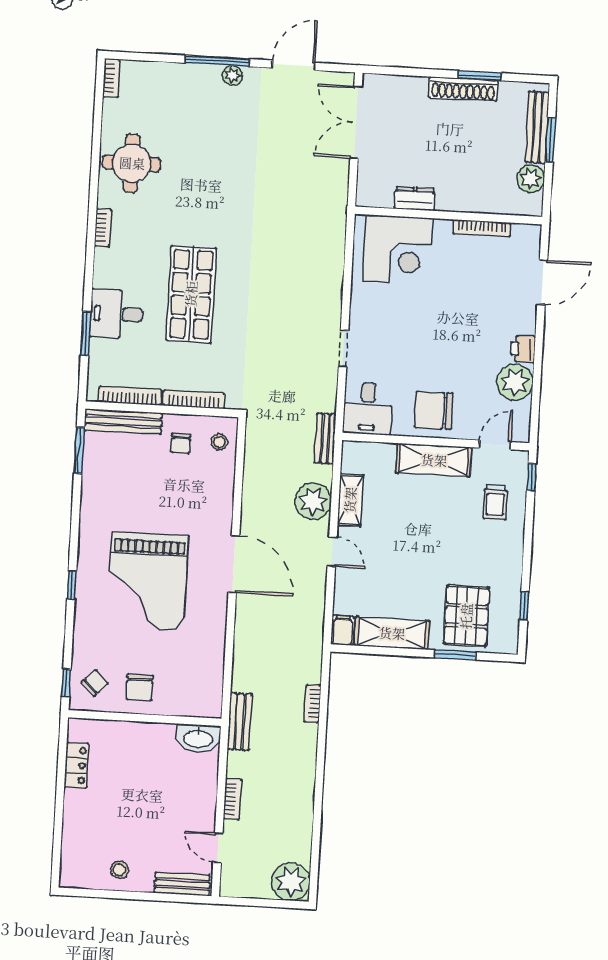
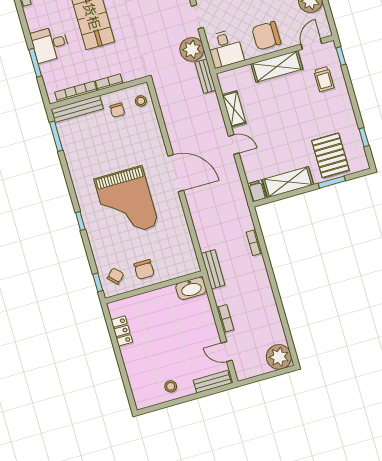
bookcase: (194, 399) -> (109, 82), width x0.64
plant: (313, 501) -> (192, 49), moved

